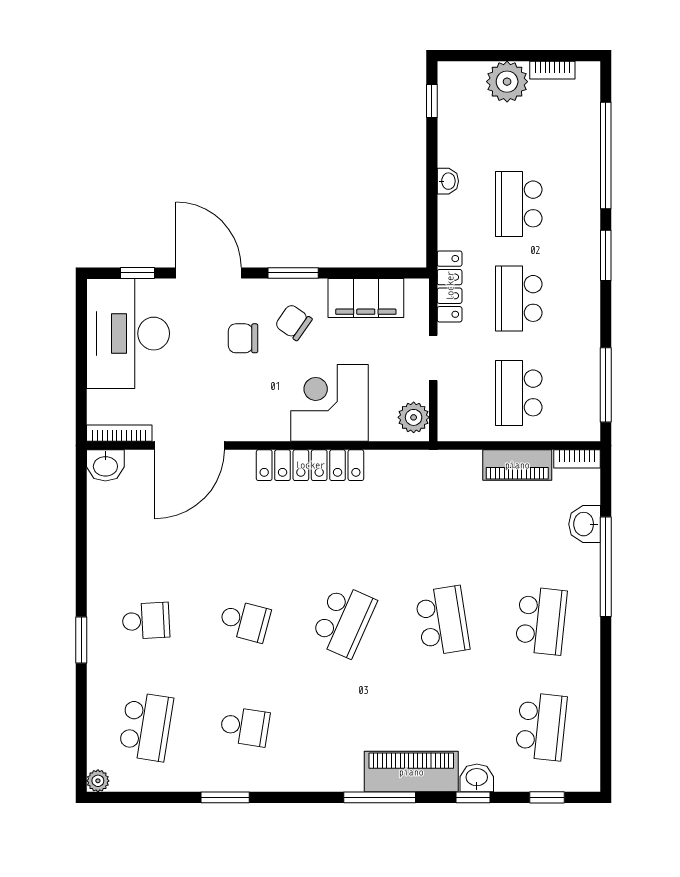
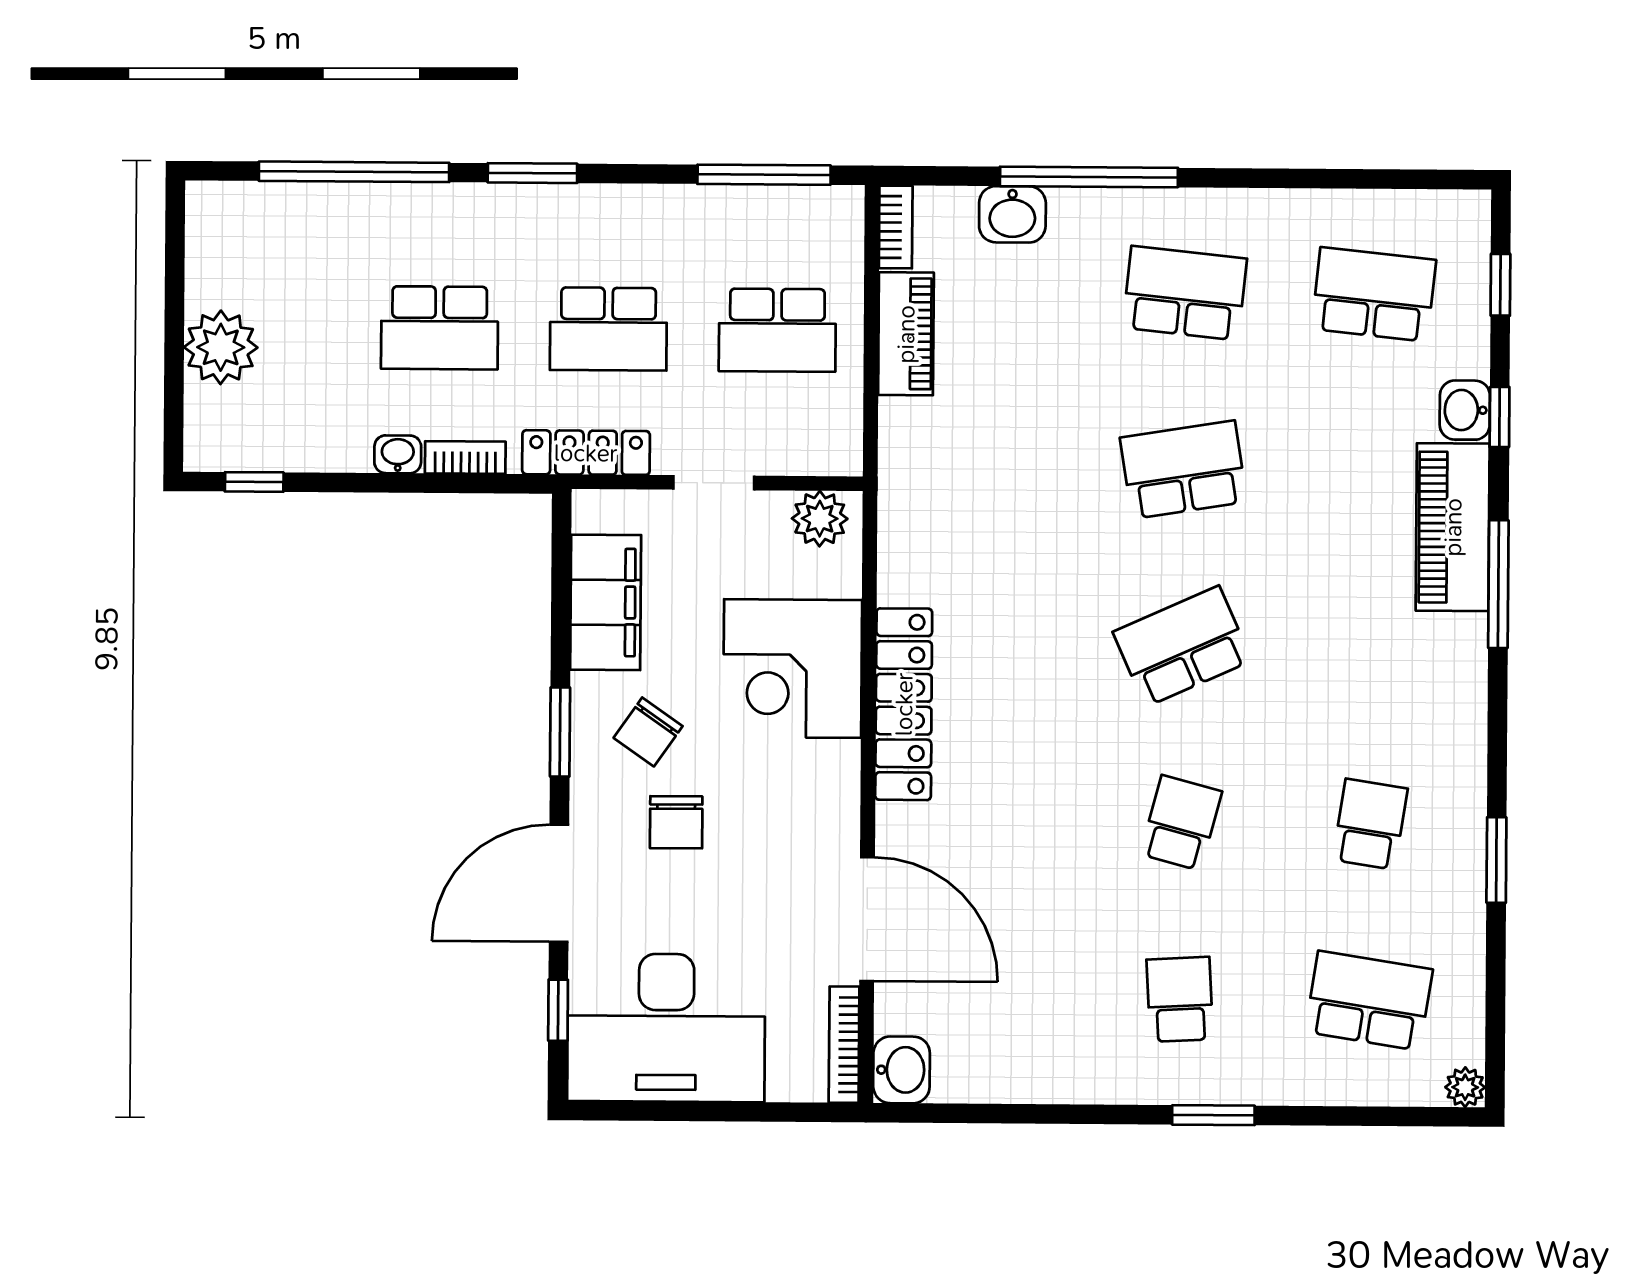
bookcase: (552, 70) -> (465, 458), moved, turned -90
school desk: (344, 621) -> (1182, 646), turned -48

